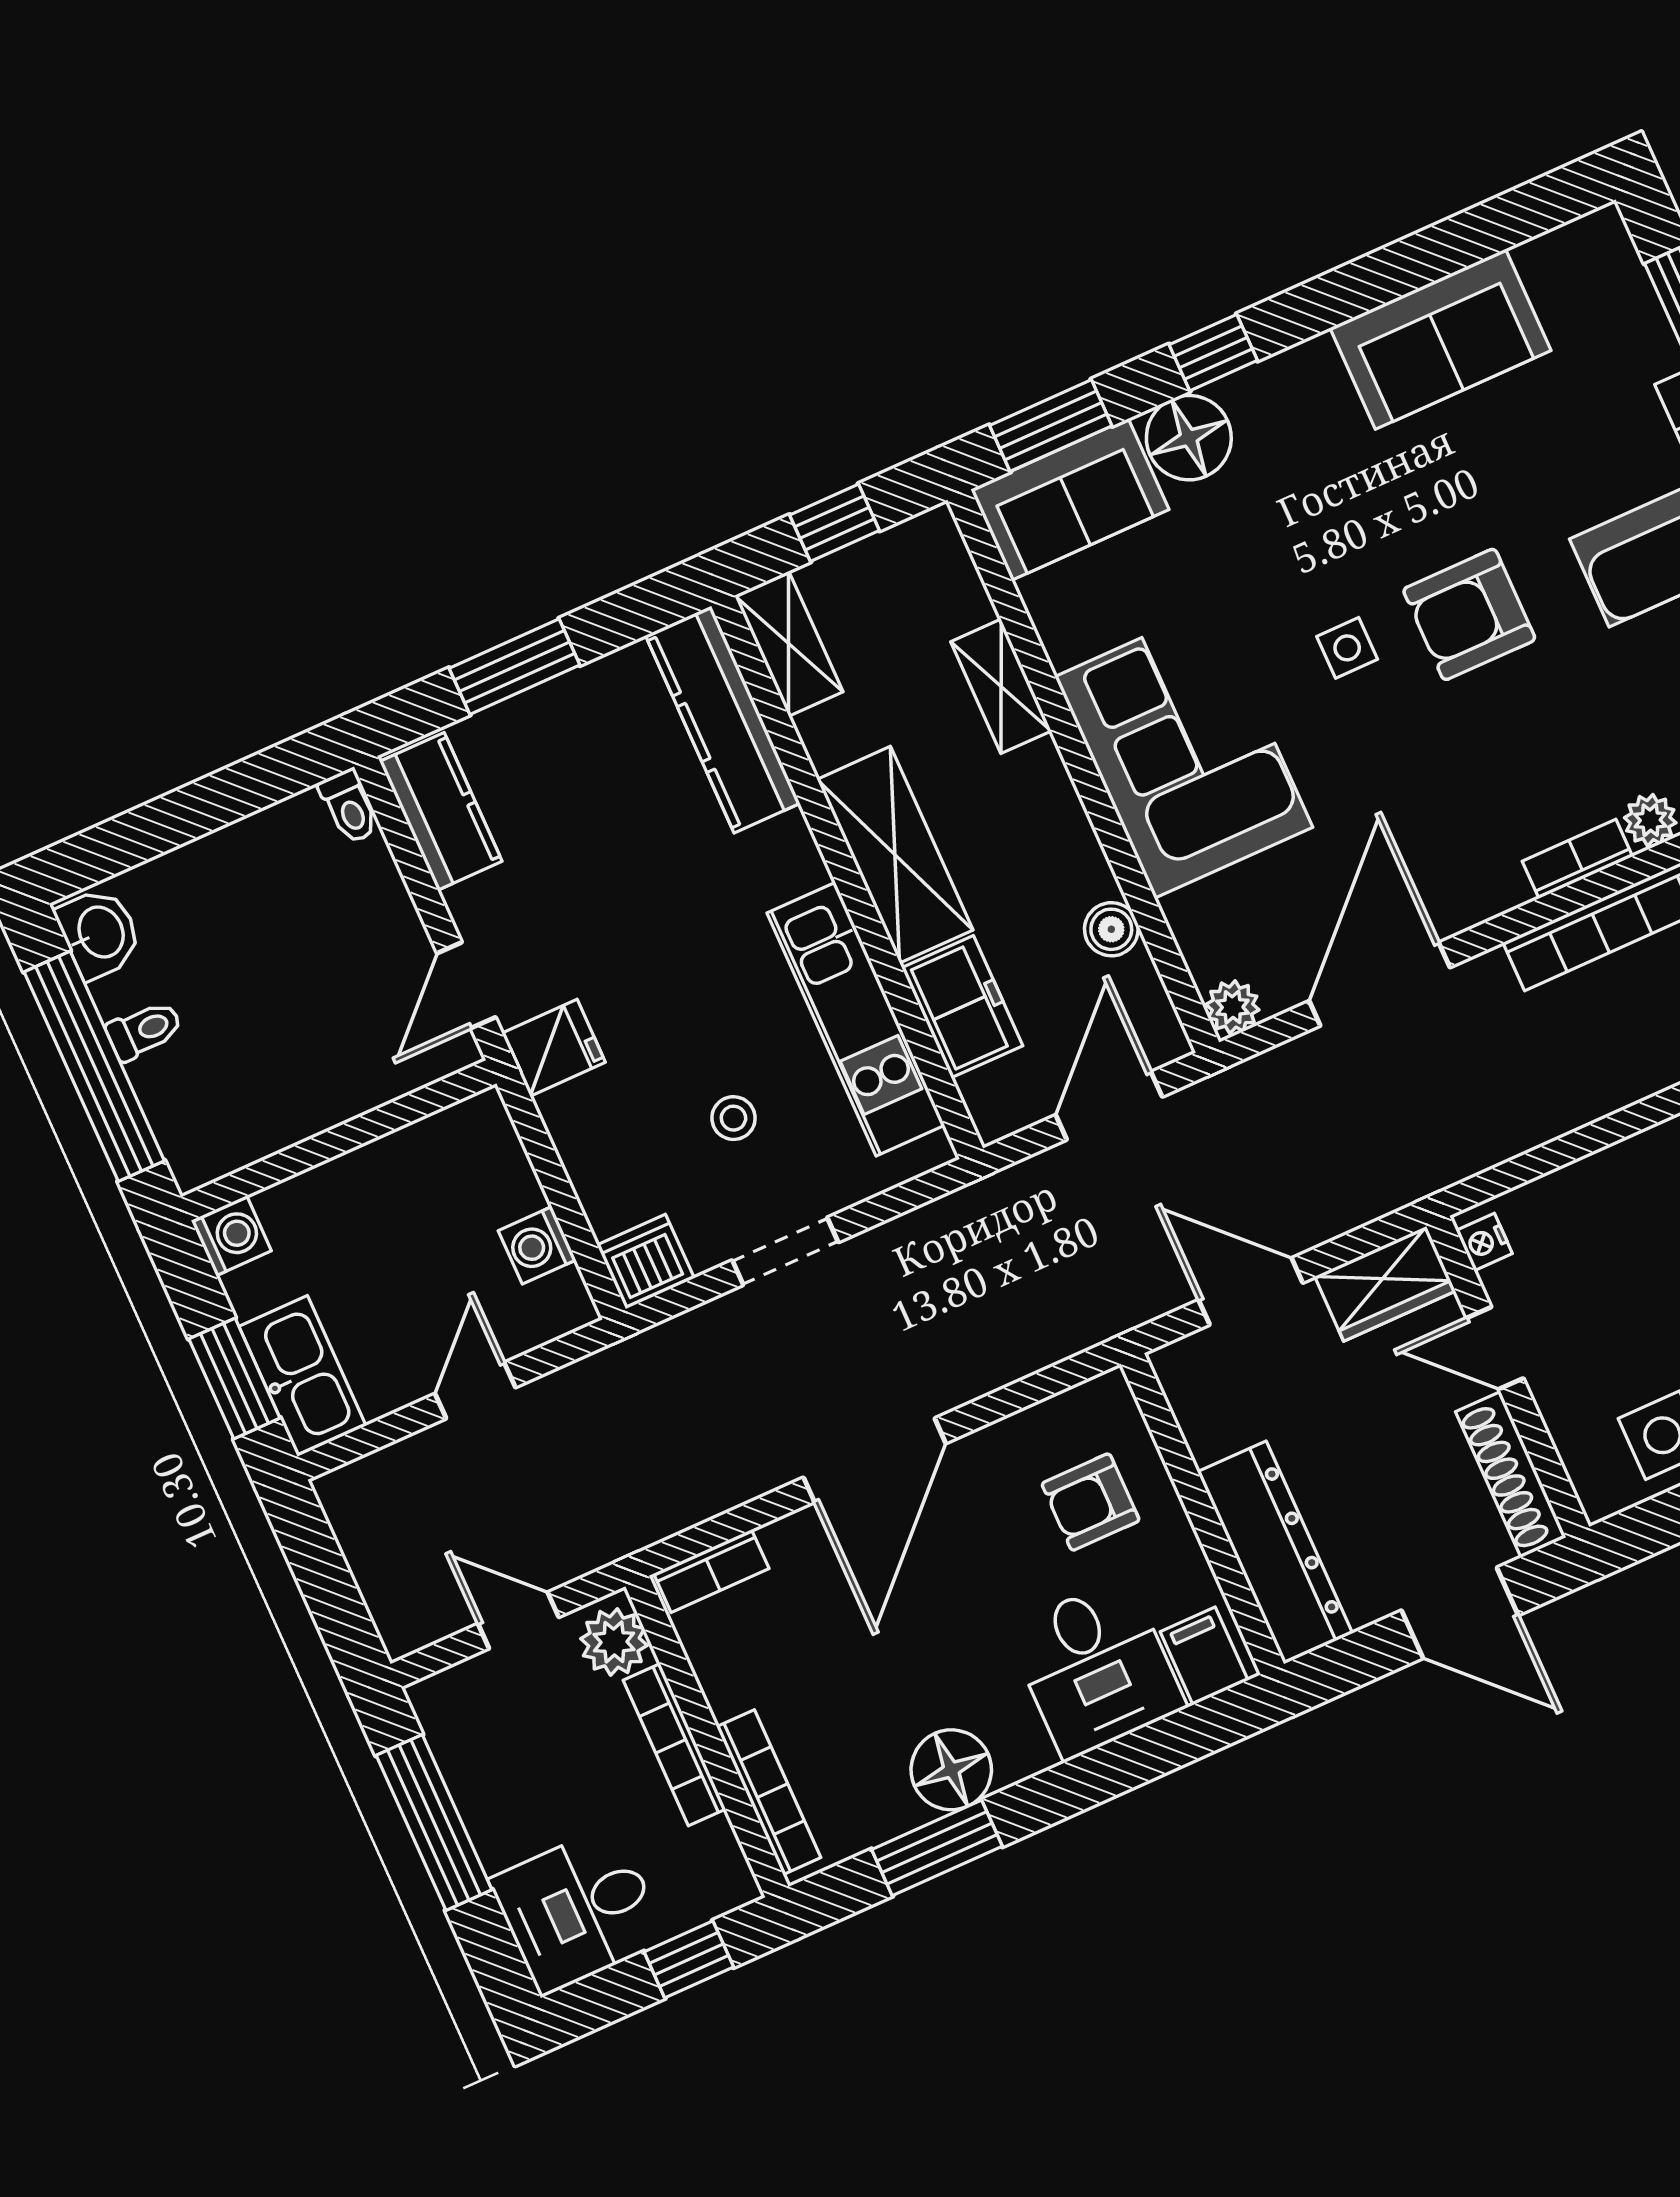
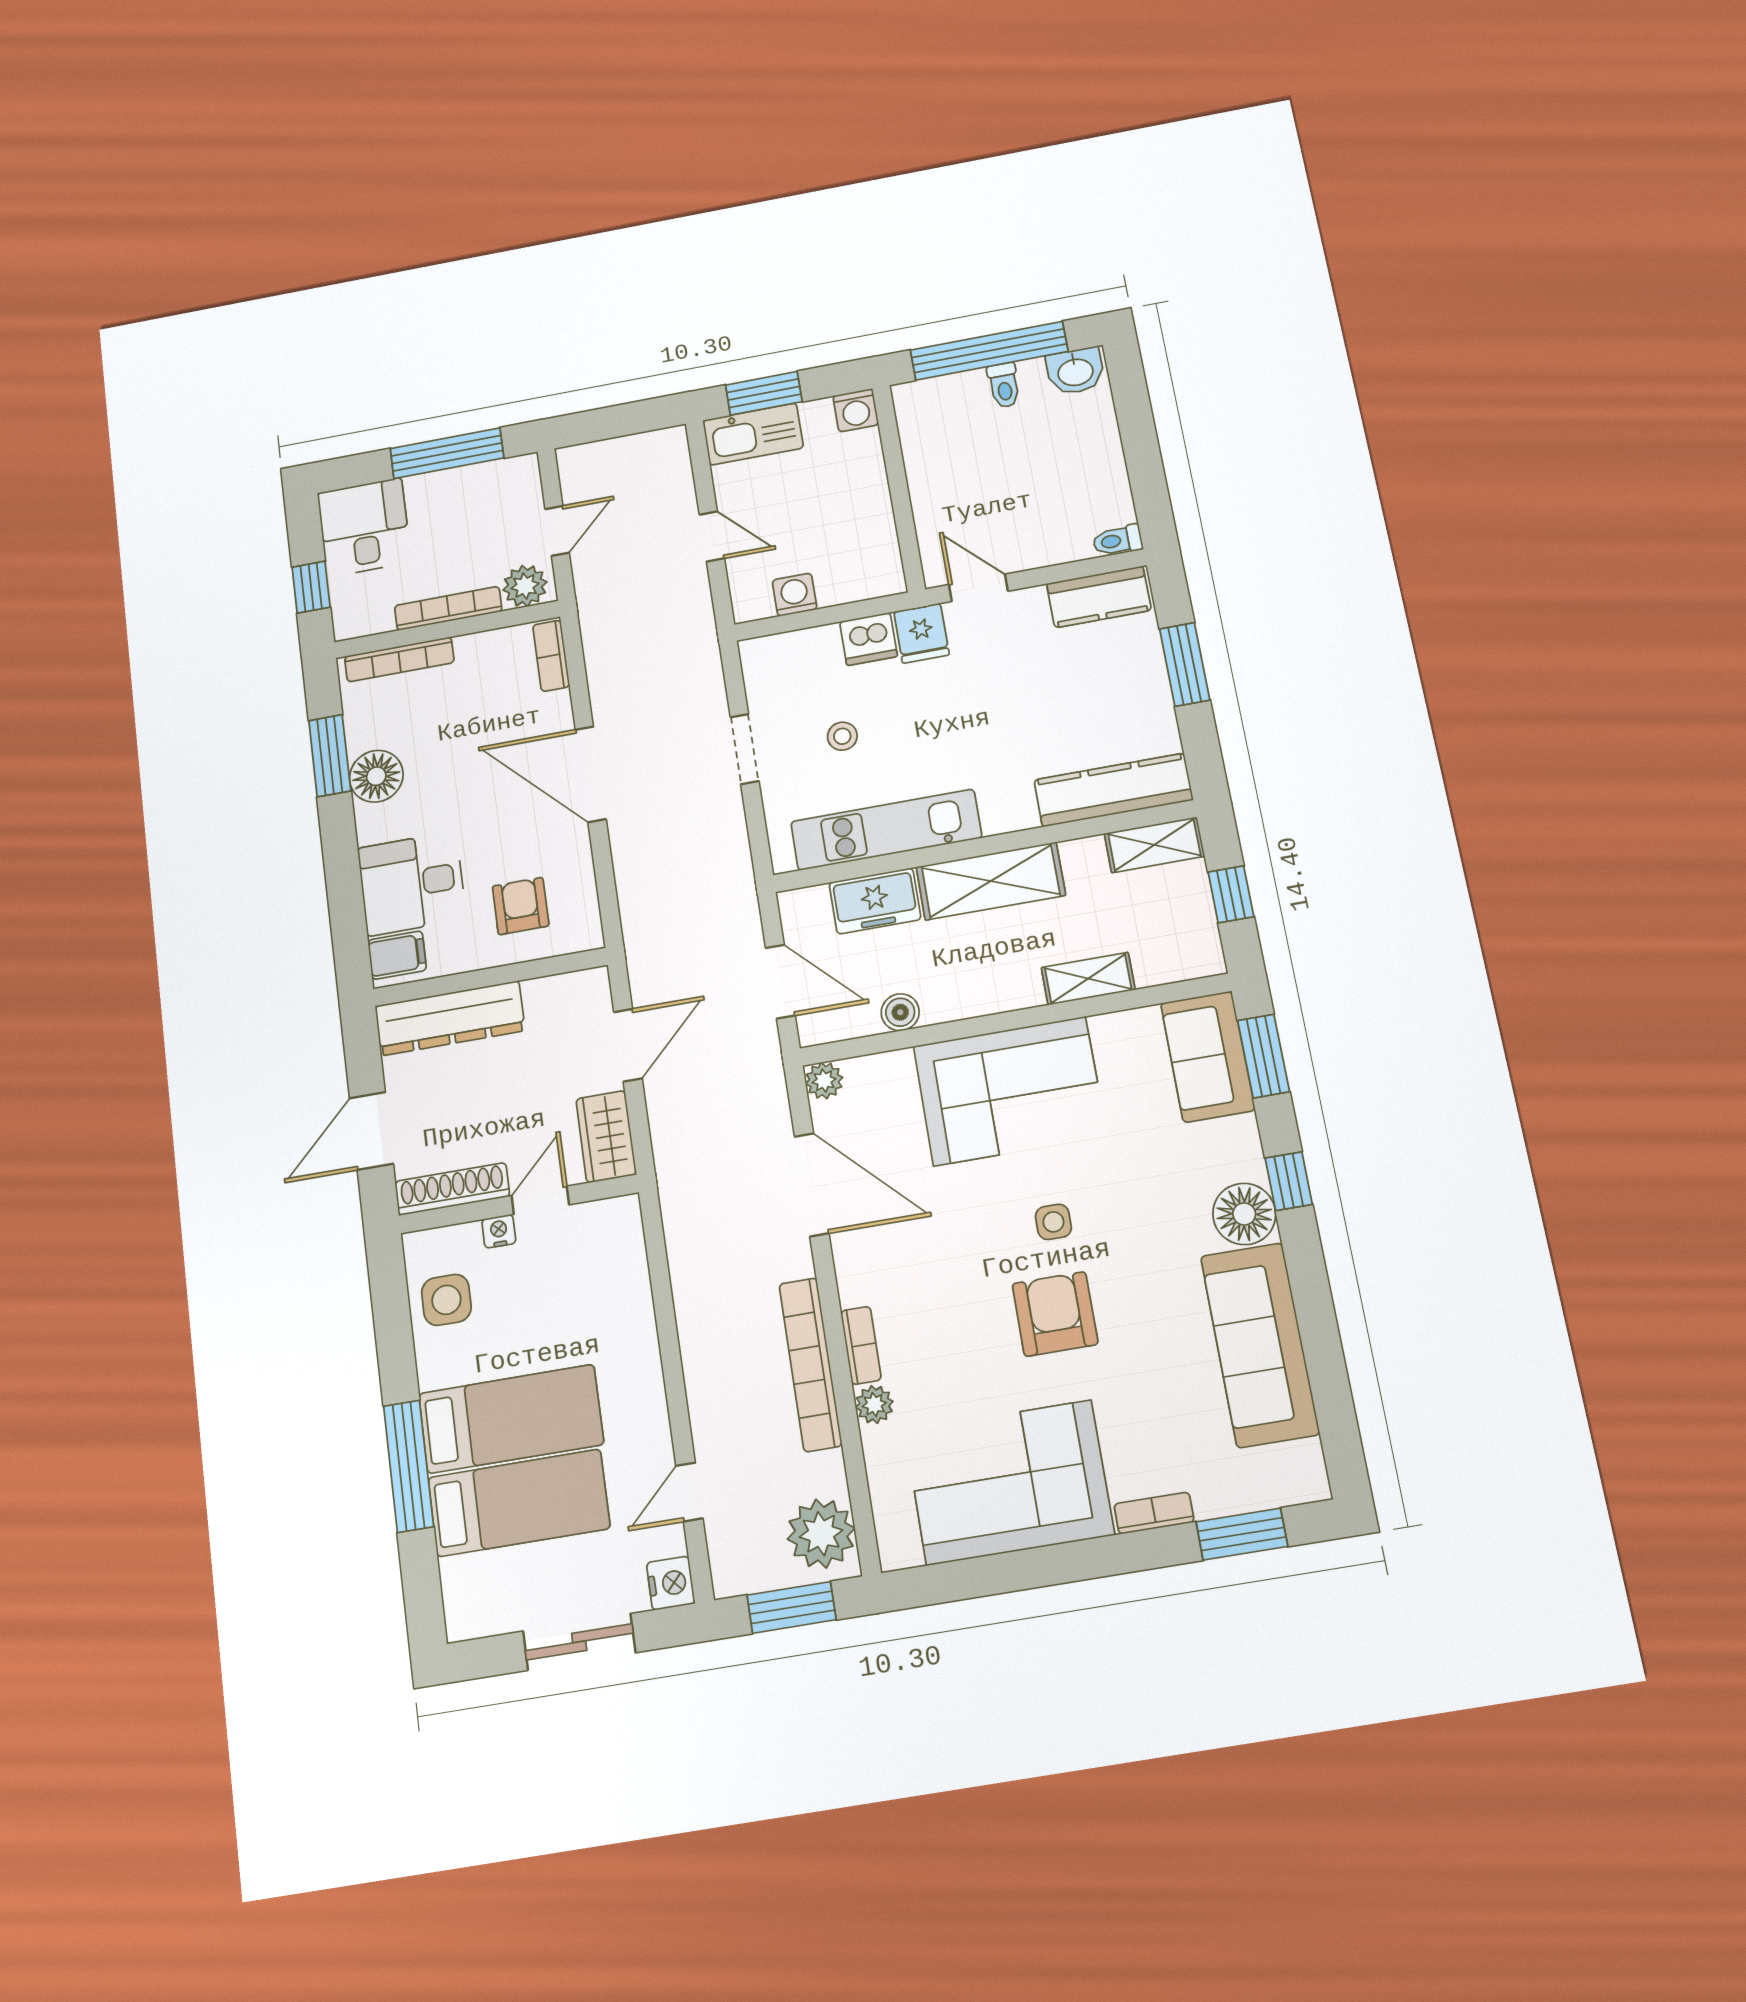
sofa: (1440, 339) -> (1260, 1345), width x1.36
floor lamp: (1189, 438) -> (1244, 1214), moved
nightstand: (1484, 1242) -> (499, 1231), moved
dishwasher: (646, 1262) -> (868, 639), moved, turned 90

